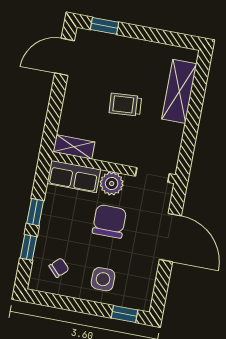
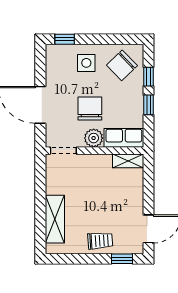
trolley: (125, 105) -> (100, 241), moved
chair: (109, 221) -> (90, 109), turned 180
chair: (59, 268) -> (122, 65), width x1.87, depth x1.87

